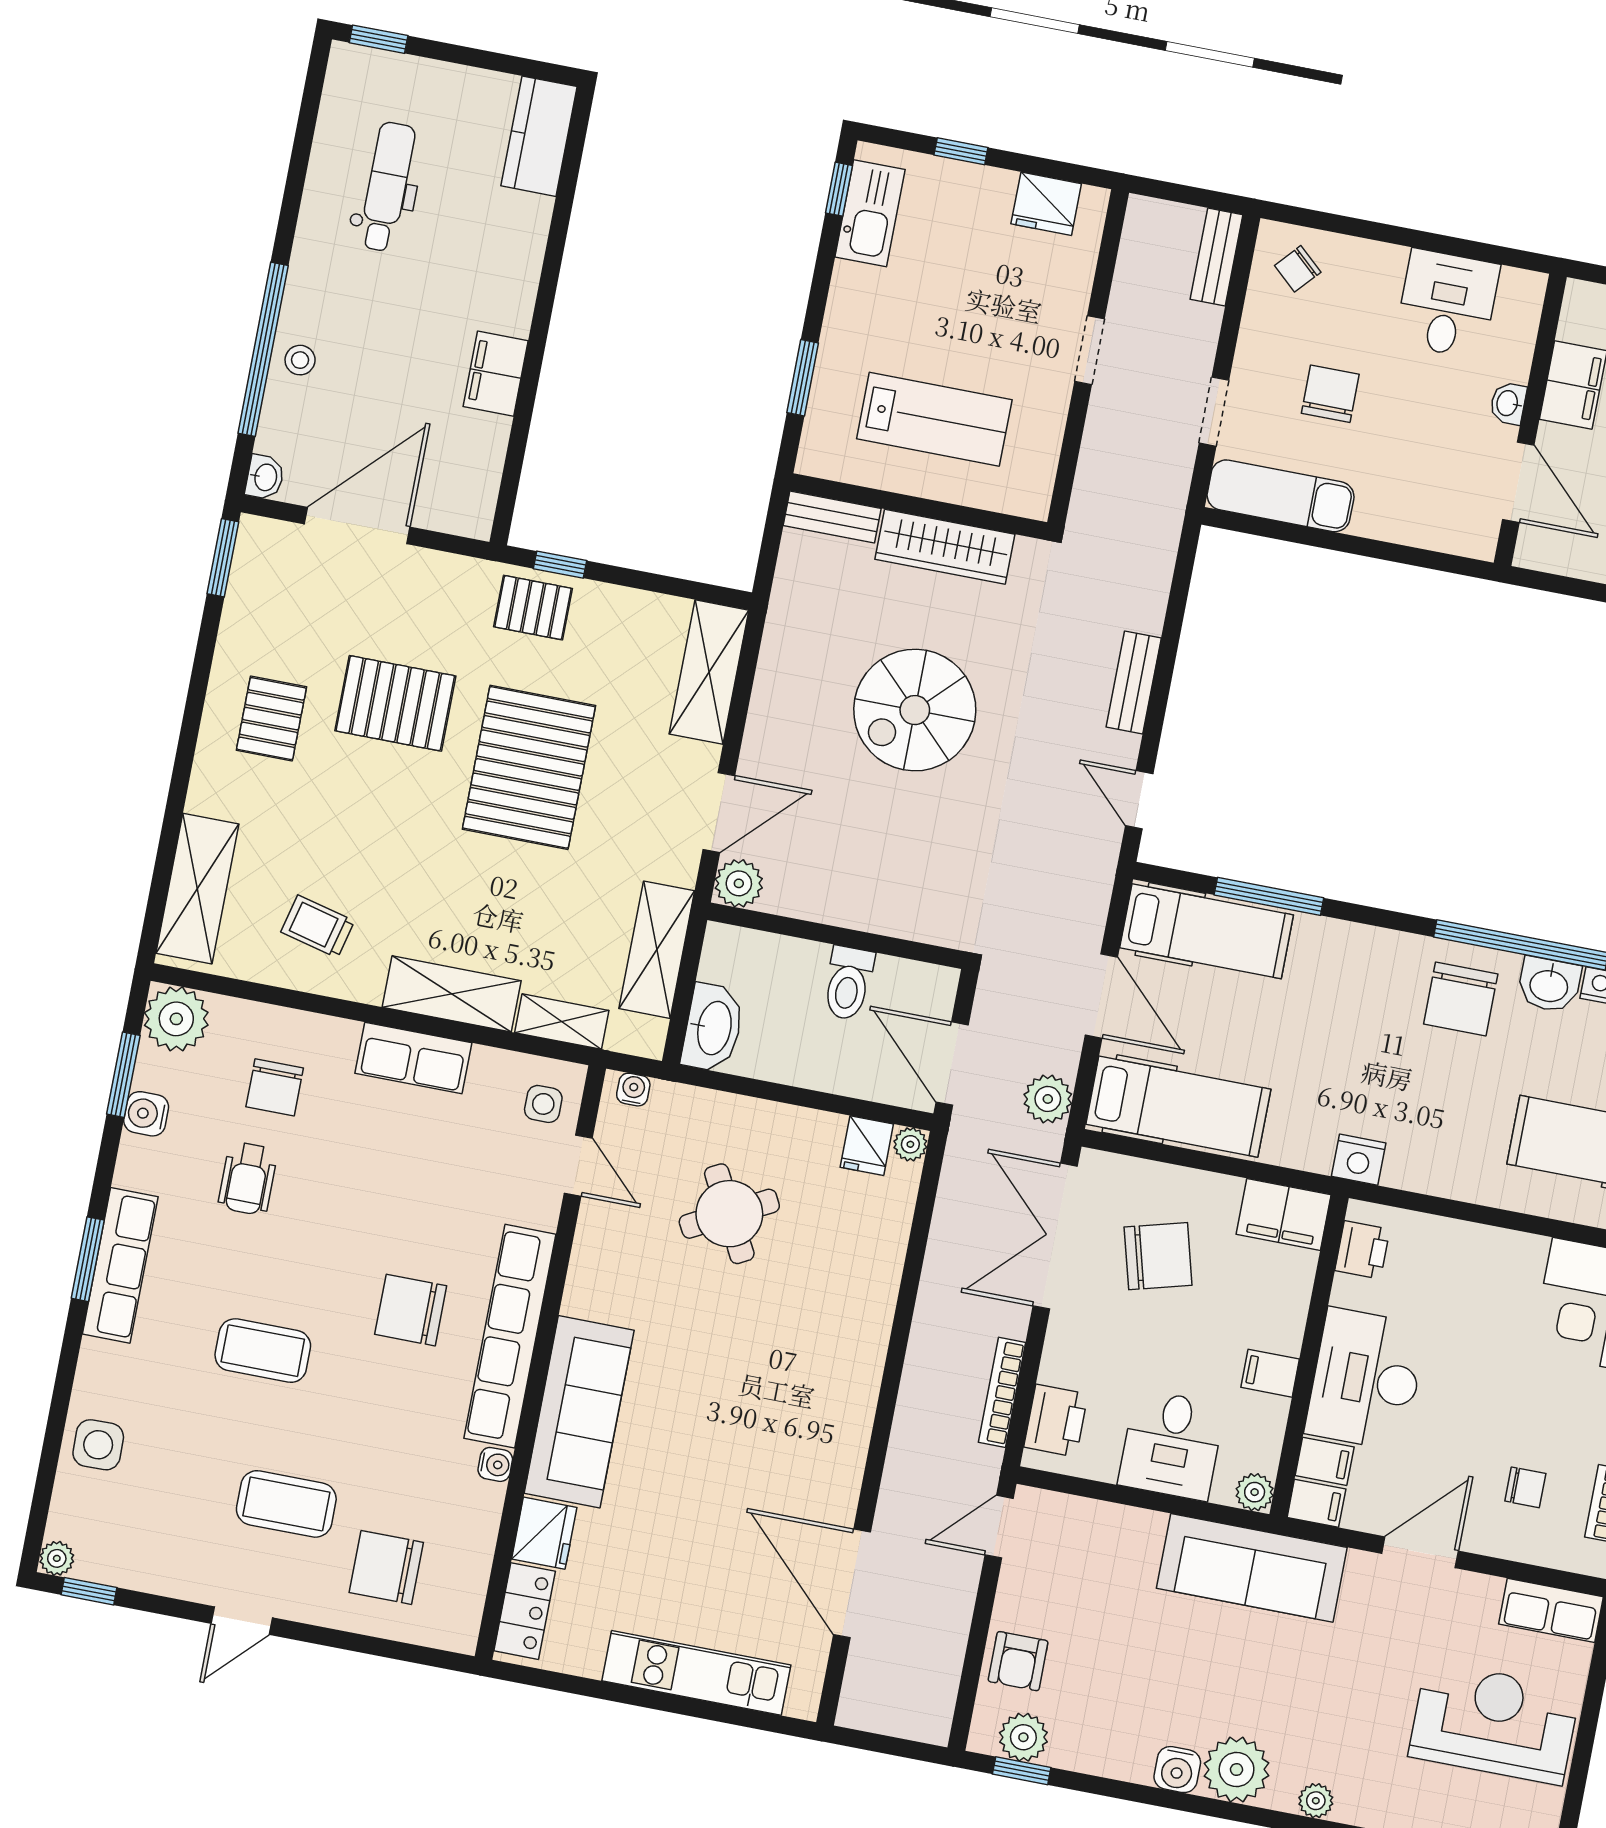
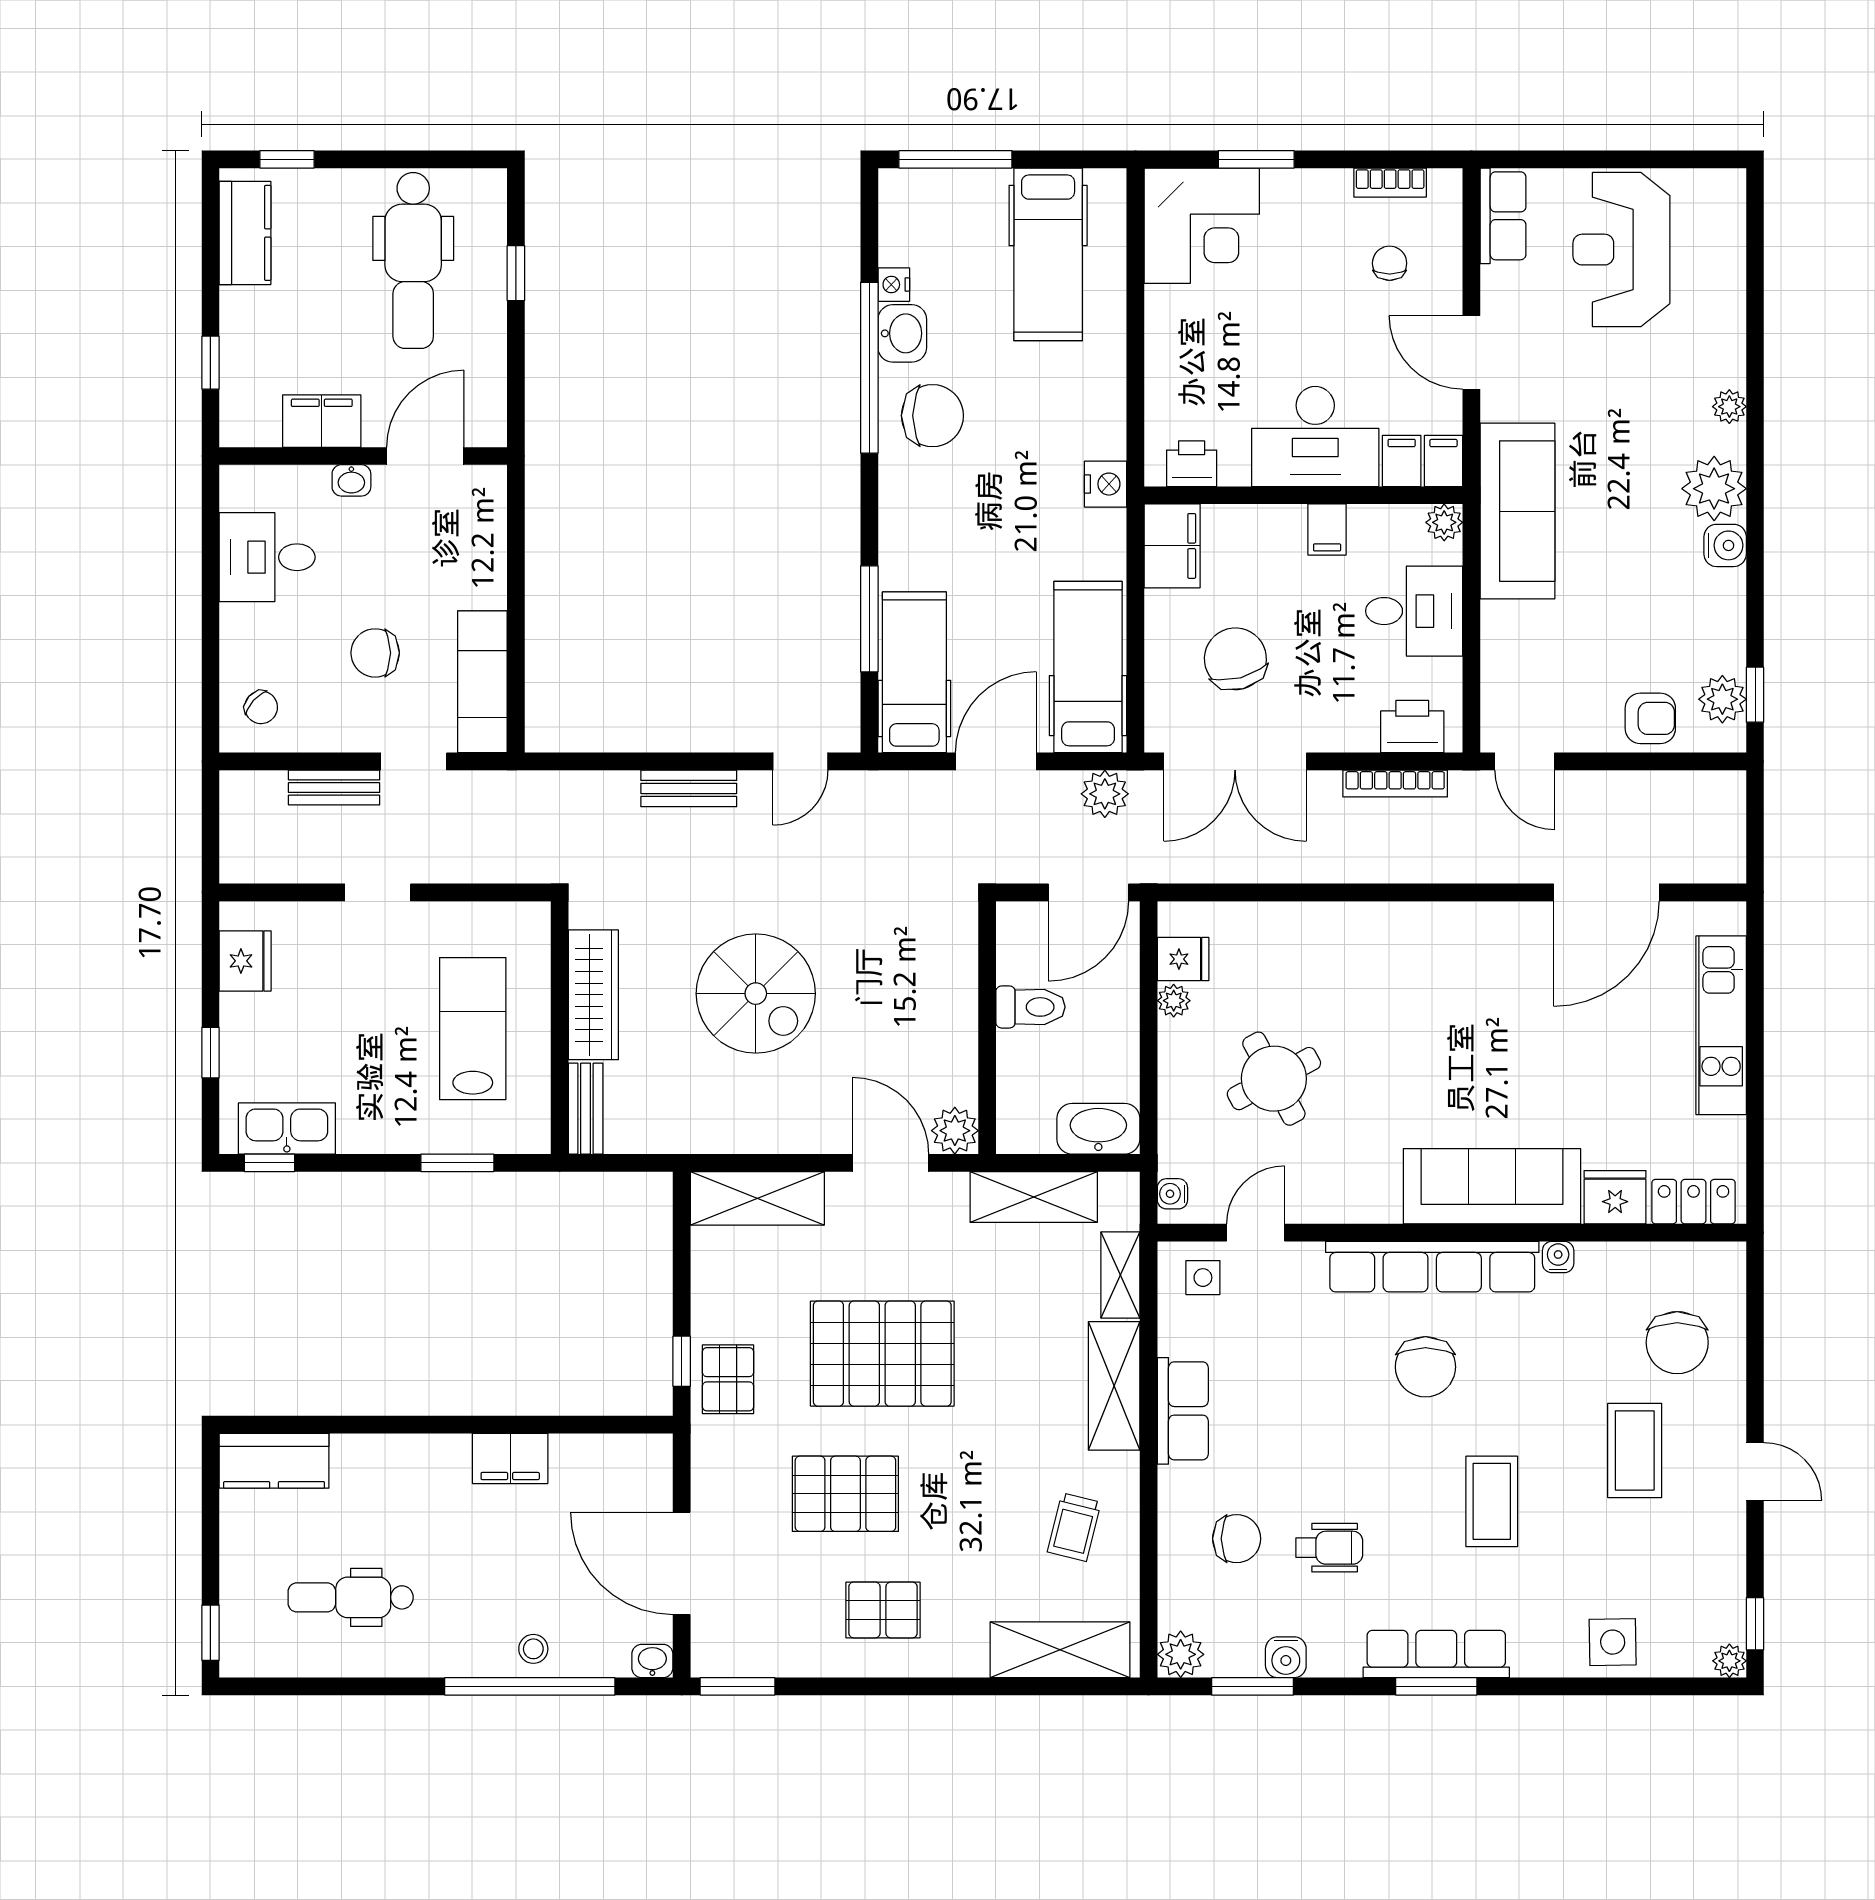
bench: (1216, 257) -> (334, 788), moved
pallet: (395, 703) -> (845, 1494), turned 90
plant: (176, 1019) -> (1181, 1654), width x0.73, depth x0.73
plant: (910, 1144) -> (1174, 1001), moved

